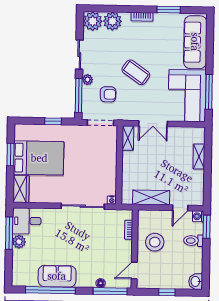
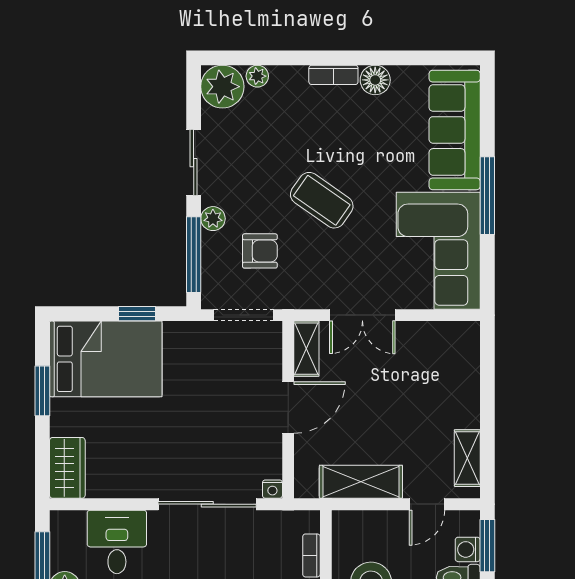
window: (169, 10) -> (393, 58), removed
floor lamp: (161, 19) -> (375, 80), added
plant: (112, 21) -> (257, 76), width x0.53, depth x0.53
window: (209, 92) -> (487, 196), moved
shelving: (199, 156) -> (467, 458), moved
bed: (39, 158) -> (106, 359), moved
door: (119, 164) -> (288, 408), added
washing machine: (198, 216) -> (468, 549), moved
desk: (27, 221) -> (117, 542), moved, turned 90

